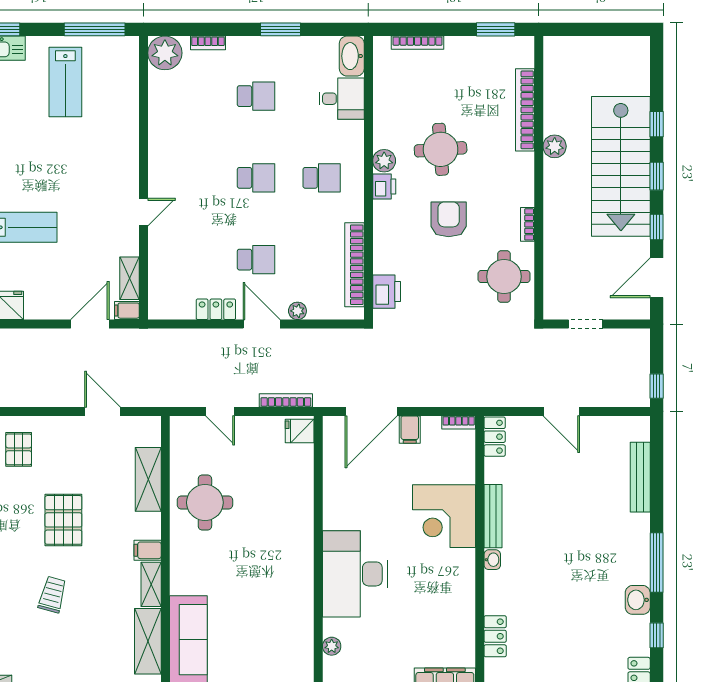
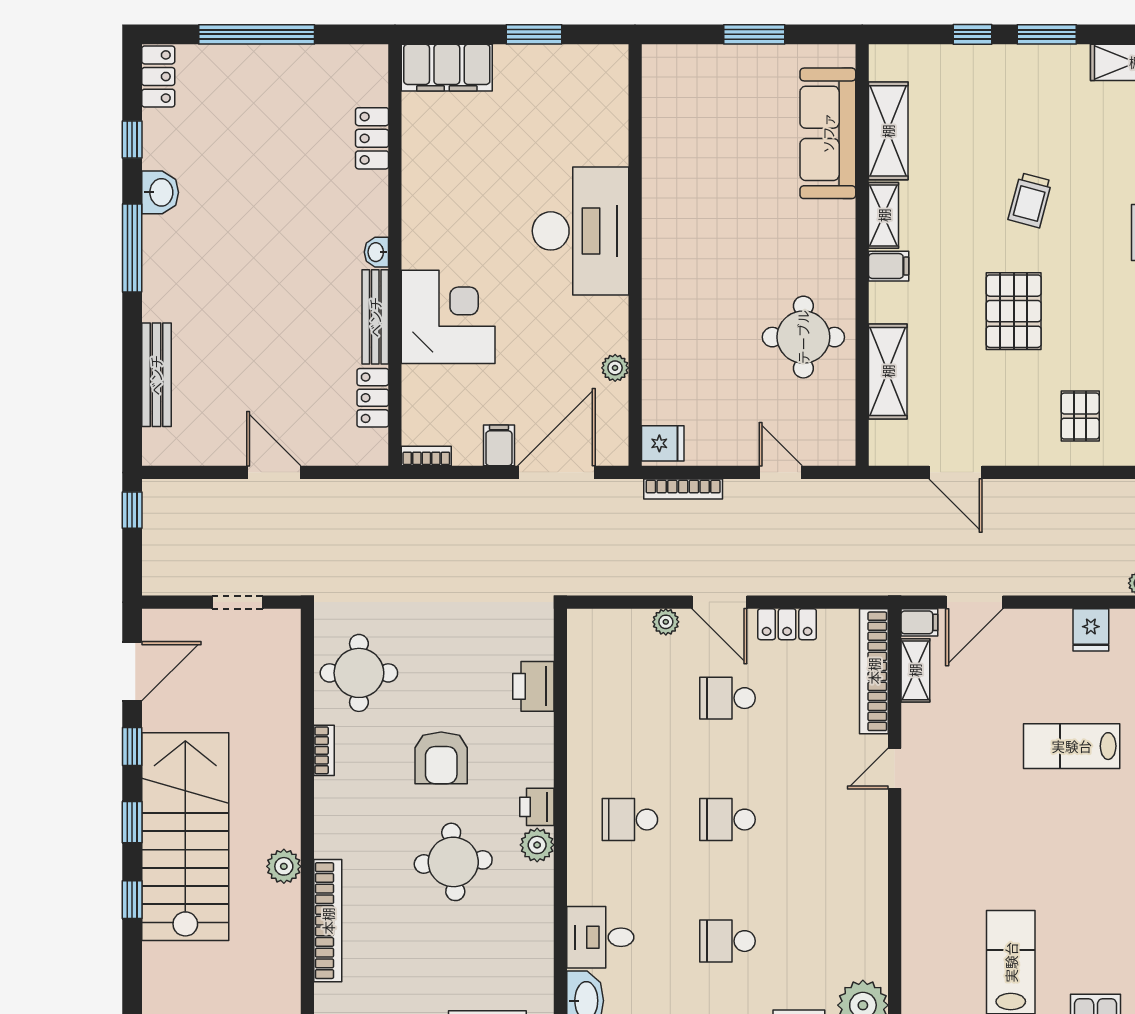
bookcase: (354, 265) -> (874, 671), moved, turned 180
printer: (387, 292) -> (533, 686), moved
locker: (495, 437) -> (373, 398), moved
plant: (332, 646) -> (615, 368), moved

